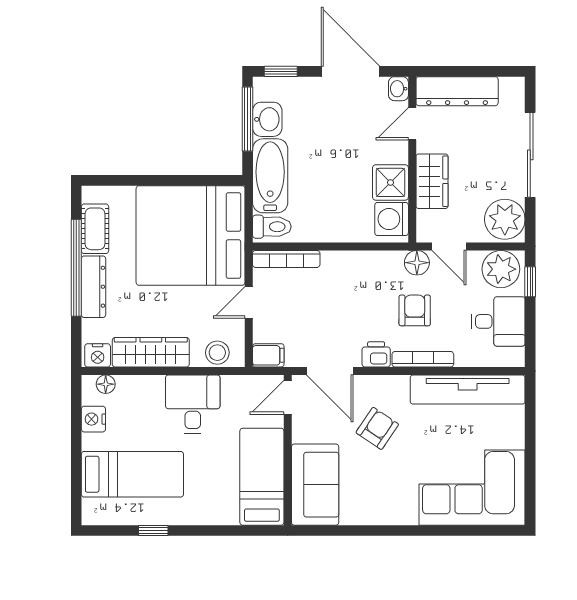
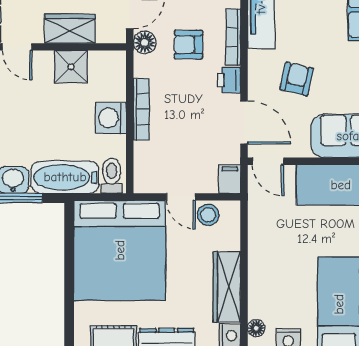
washing machine: (392, 219) -> (111, 118), moved, turned 90
bookcase: (286, 259) -> (141, 109), moved
stool: (217, 353) -> (208, 215), moved
door: (330, 371) -> (244, 122), hinge flipped
desk: (193, 404) -> (275, 248), removed
armchair: (377, 428) -> (297, 79), turned 69

